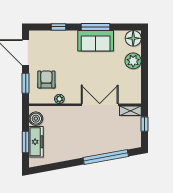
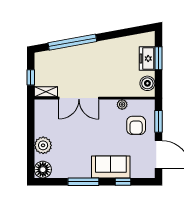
sofa: (96, 41) -> (111, 167), moved
freezer: (36, 142) -> (147, 58), width x0.71

